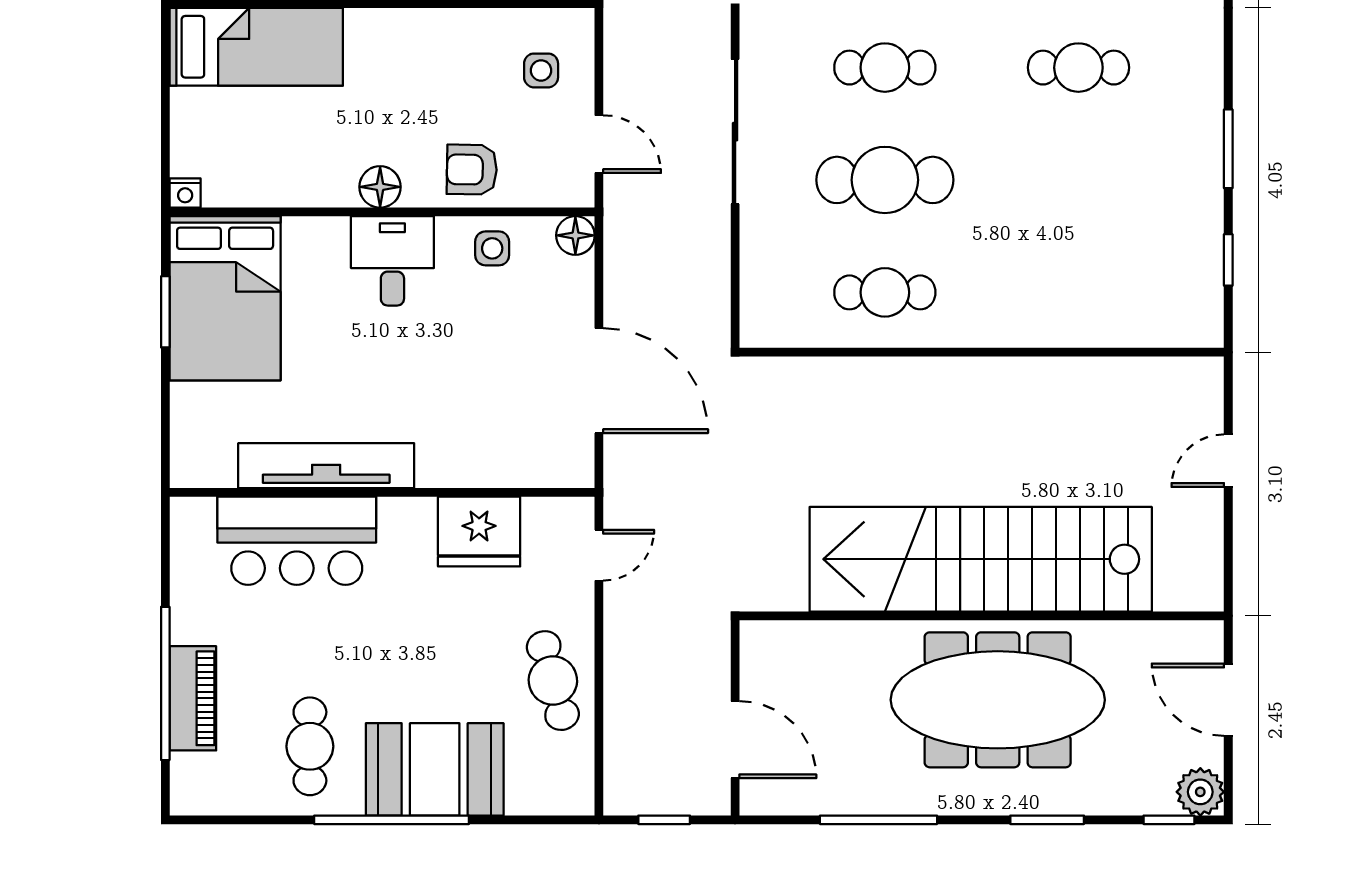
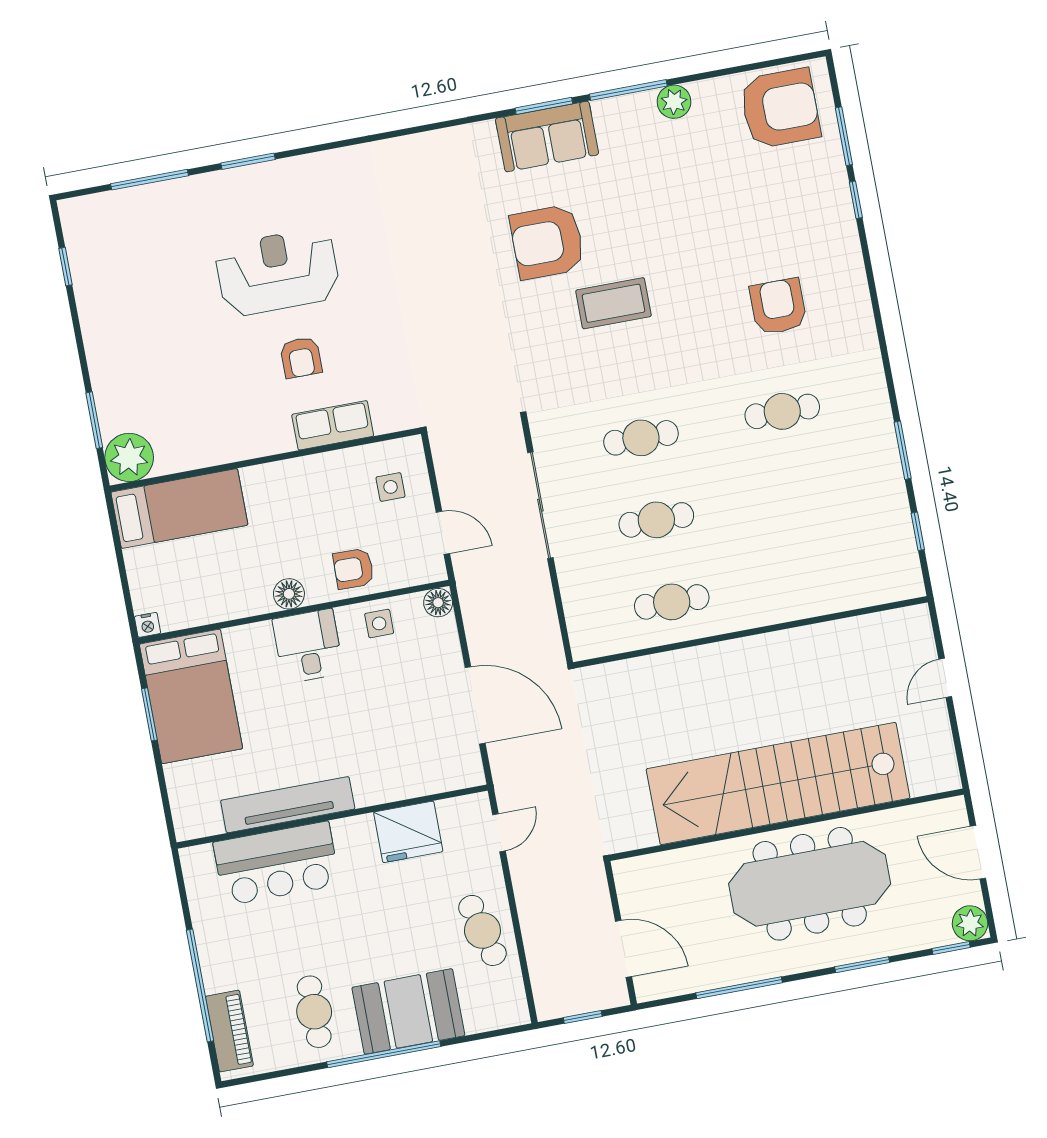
cafe table: (885, 180) -> (656, 520), width x0.73, depth x0.74
piano: (193, 698) -> (229, 1031), moved

